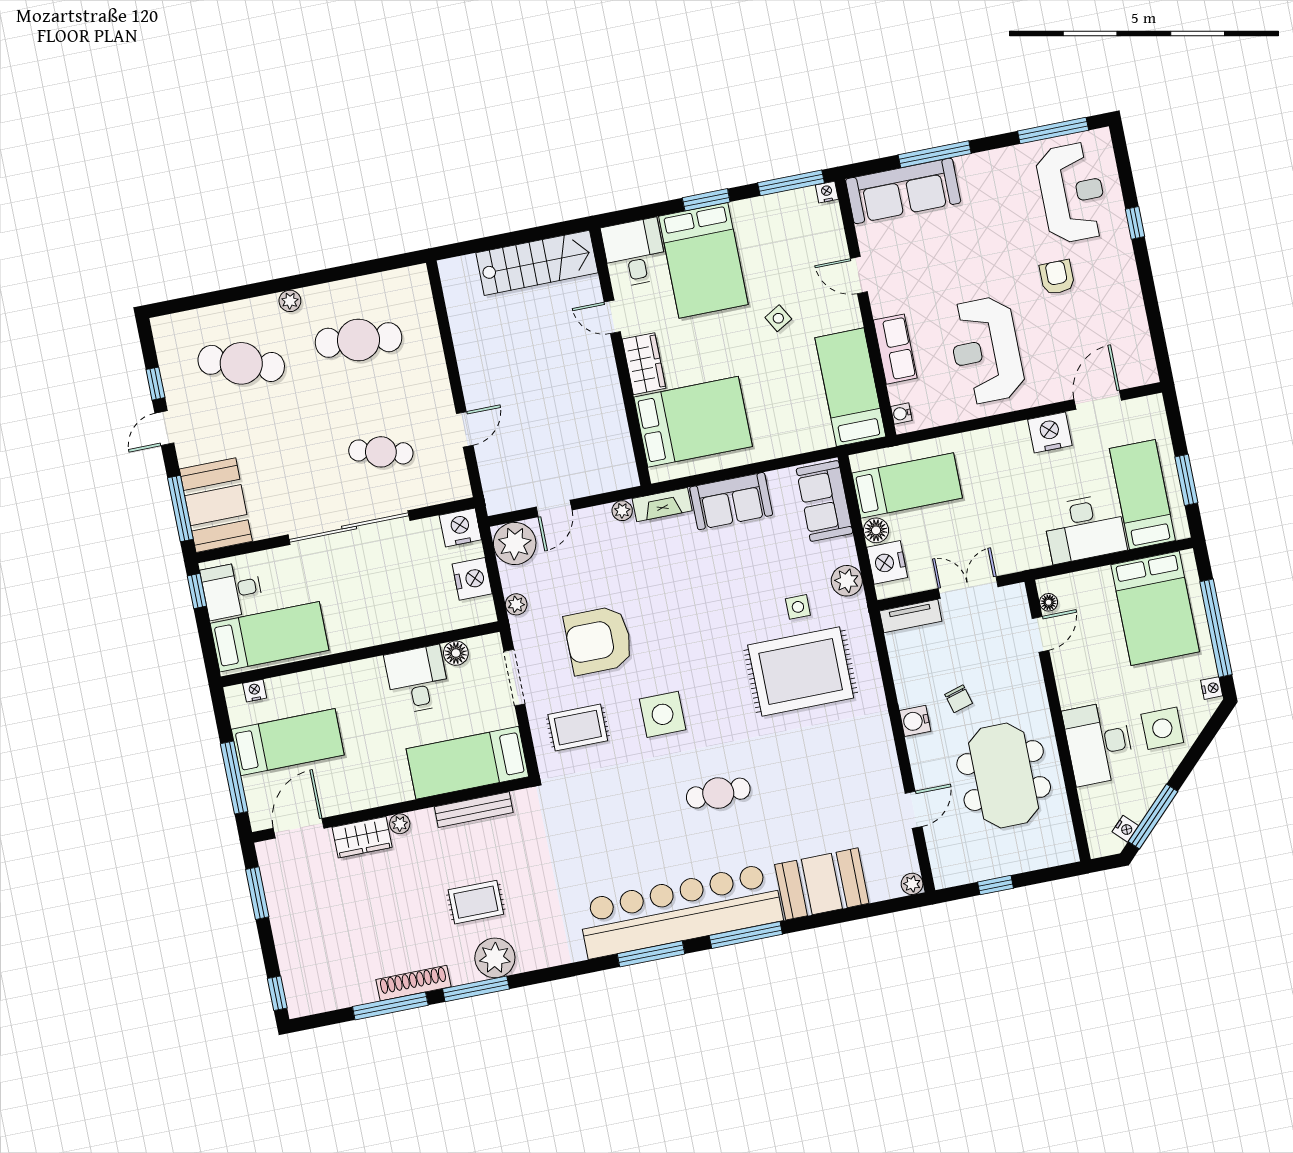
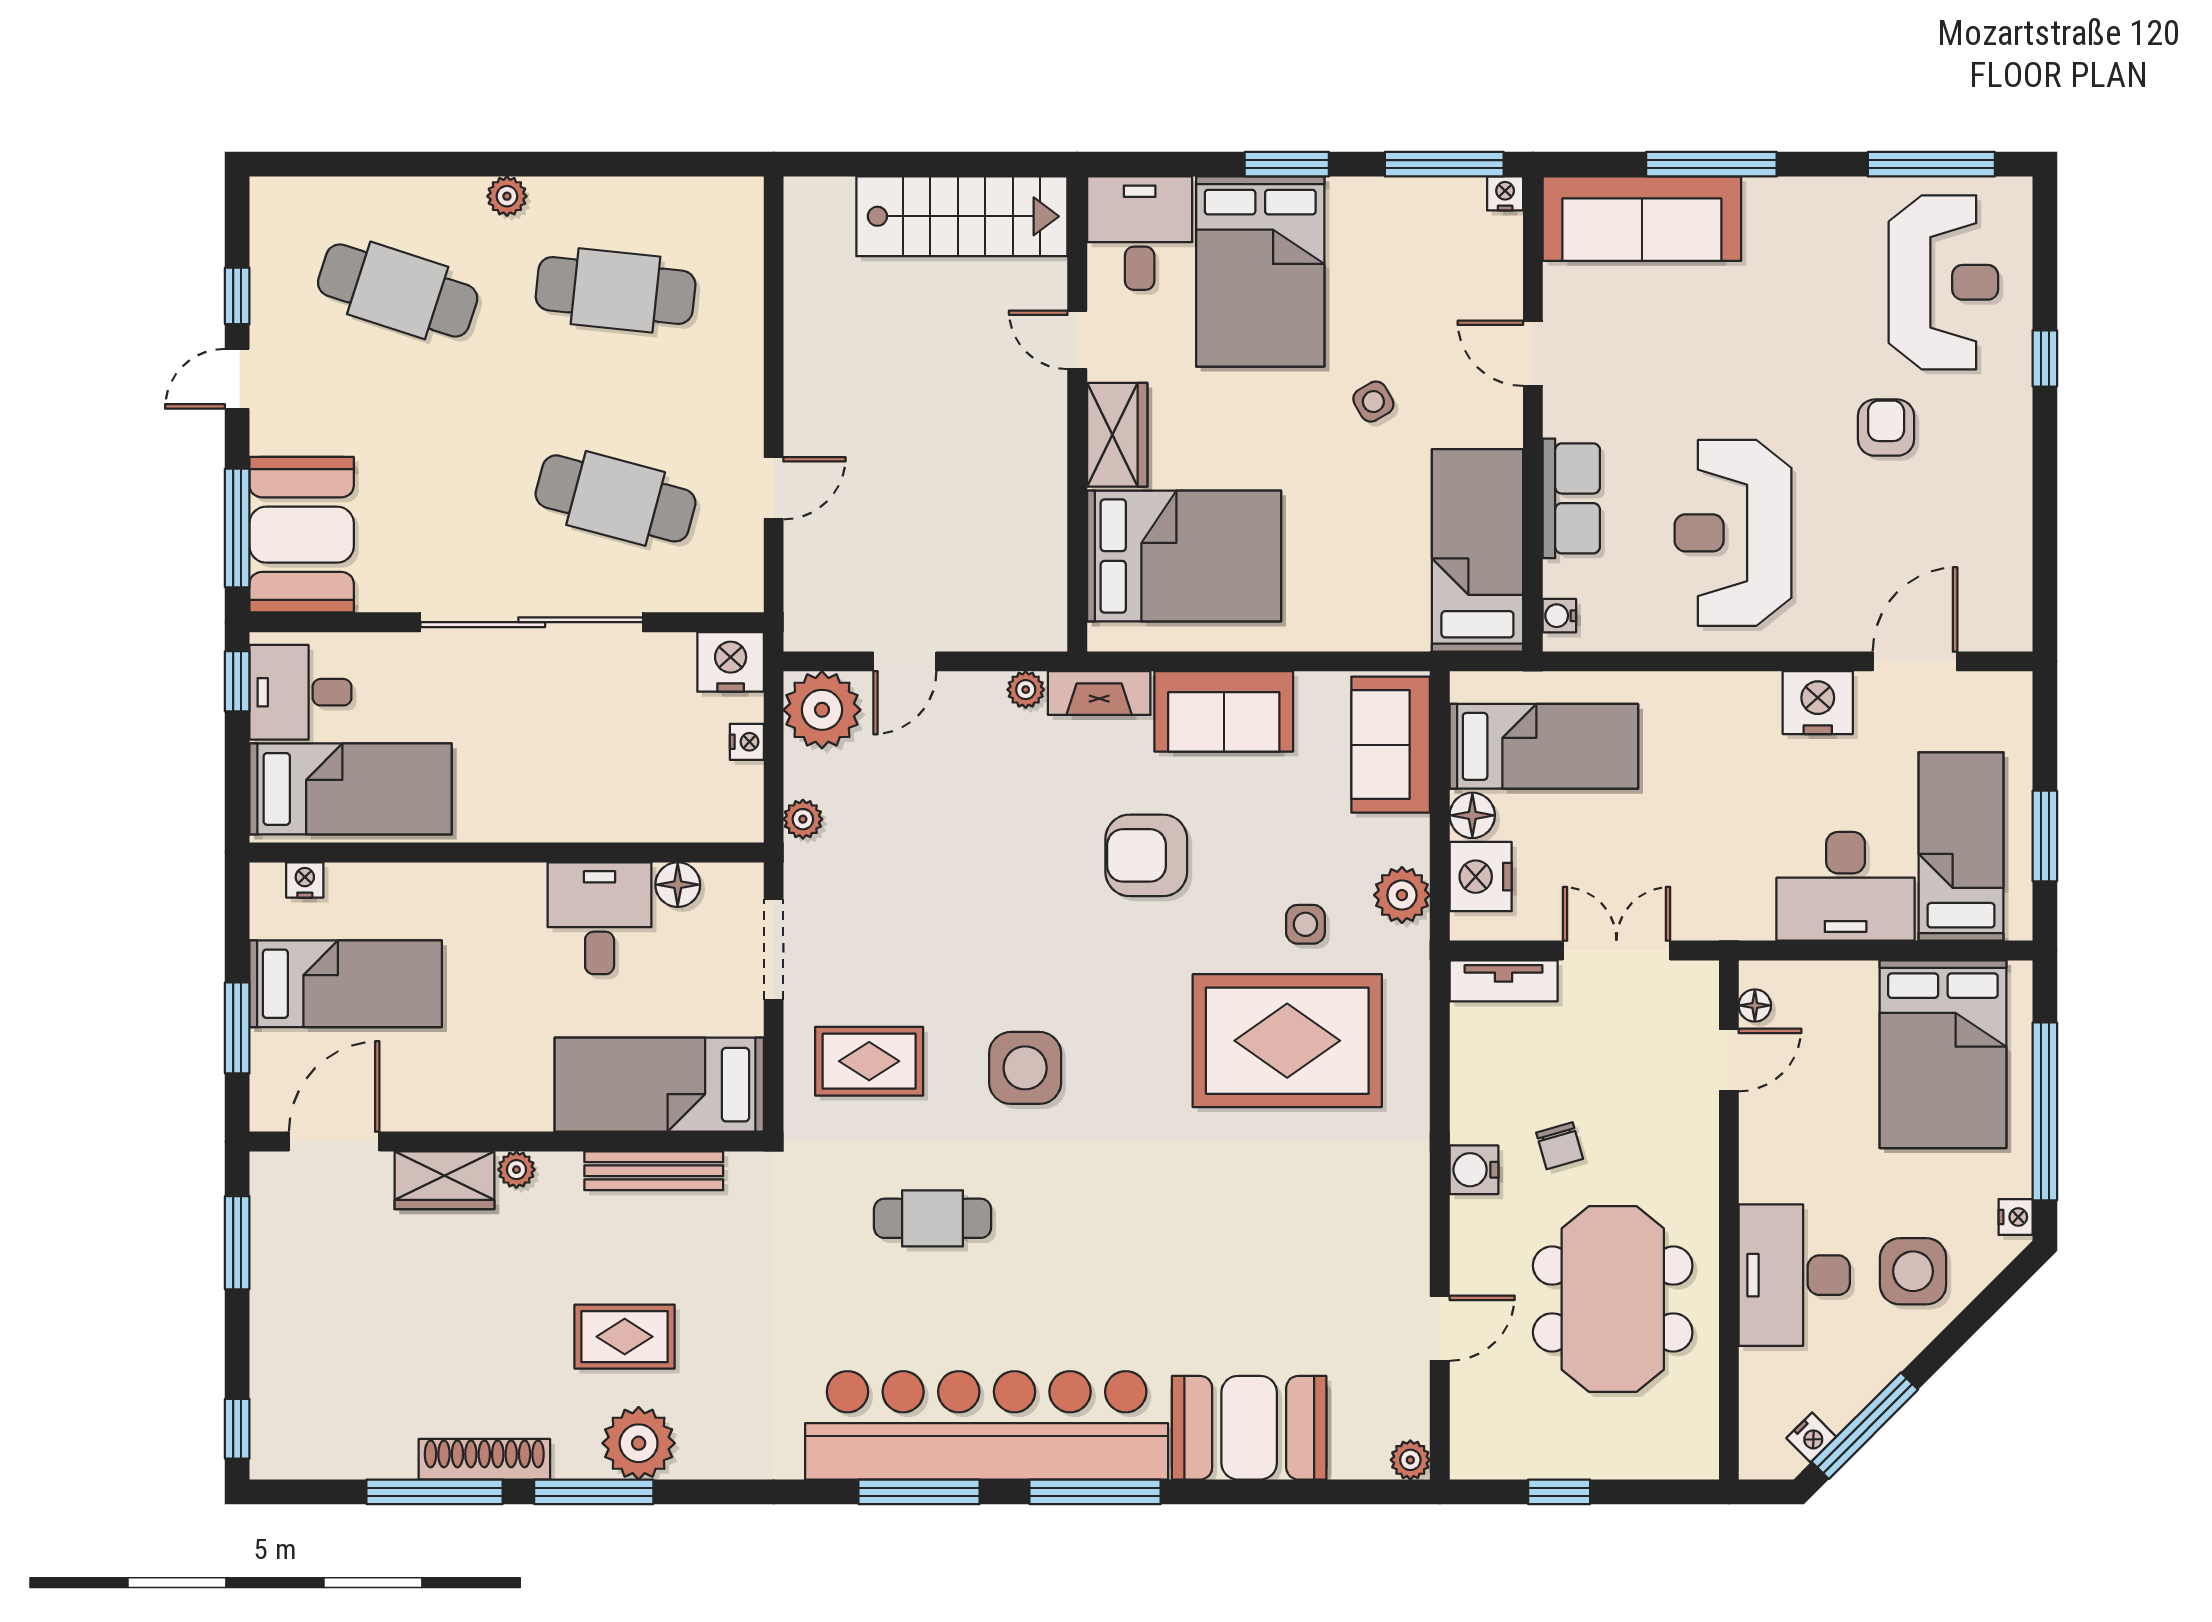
cafe table: (381, 452) -> (616, 498), width x1.37, depth x1.35
nightstand: (472, 579) -> (747, 742), width x0.53, depth x0.56
armchair: (599, 640) -> (1146, 855), moved, width x0.73, depth x0.73
window: (234, 778) -> (237, 1028), width x0.69
cafe table: (718, 793) -> (933, 1218), moved

